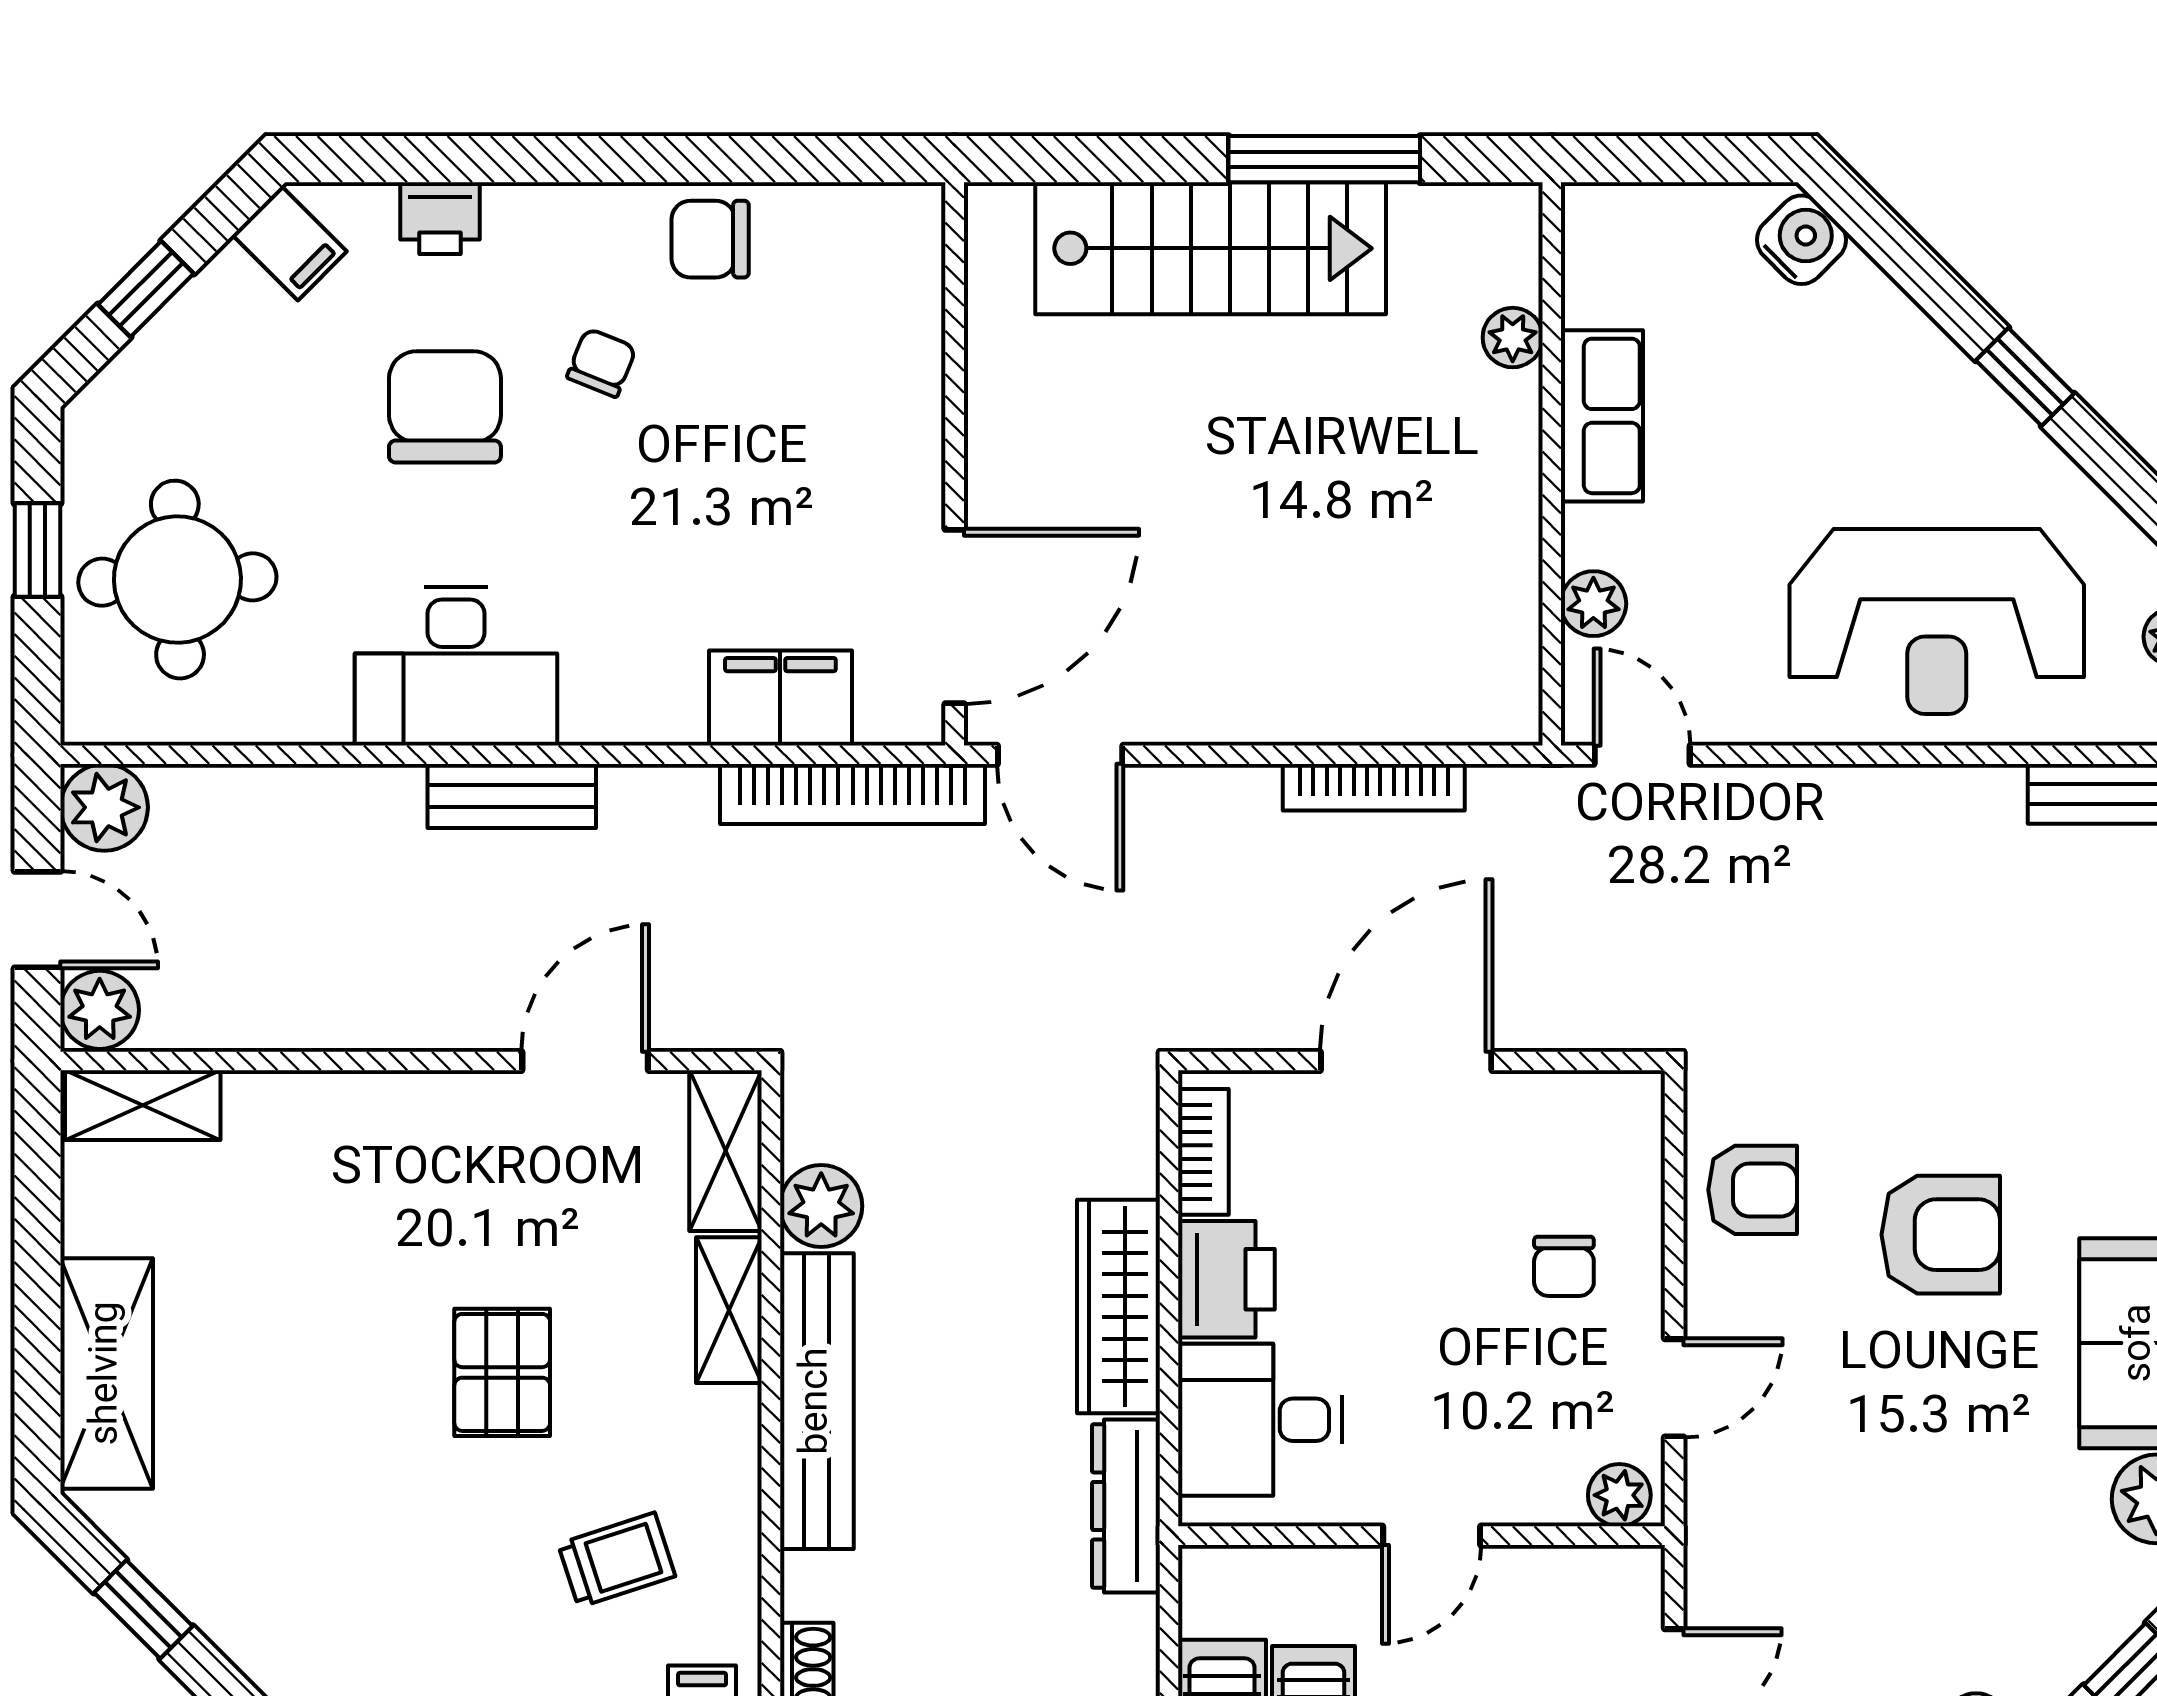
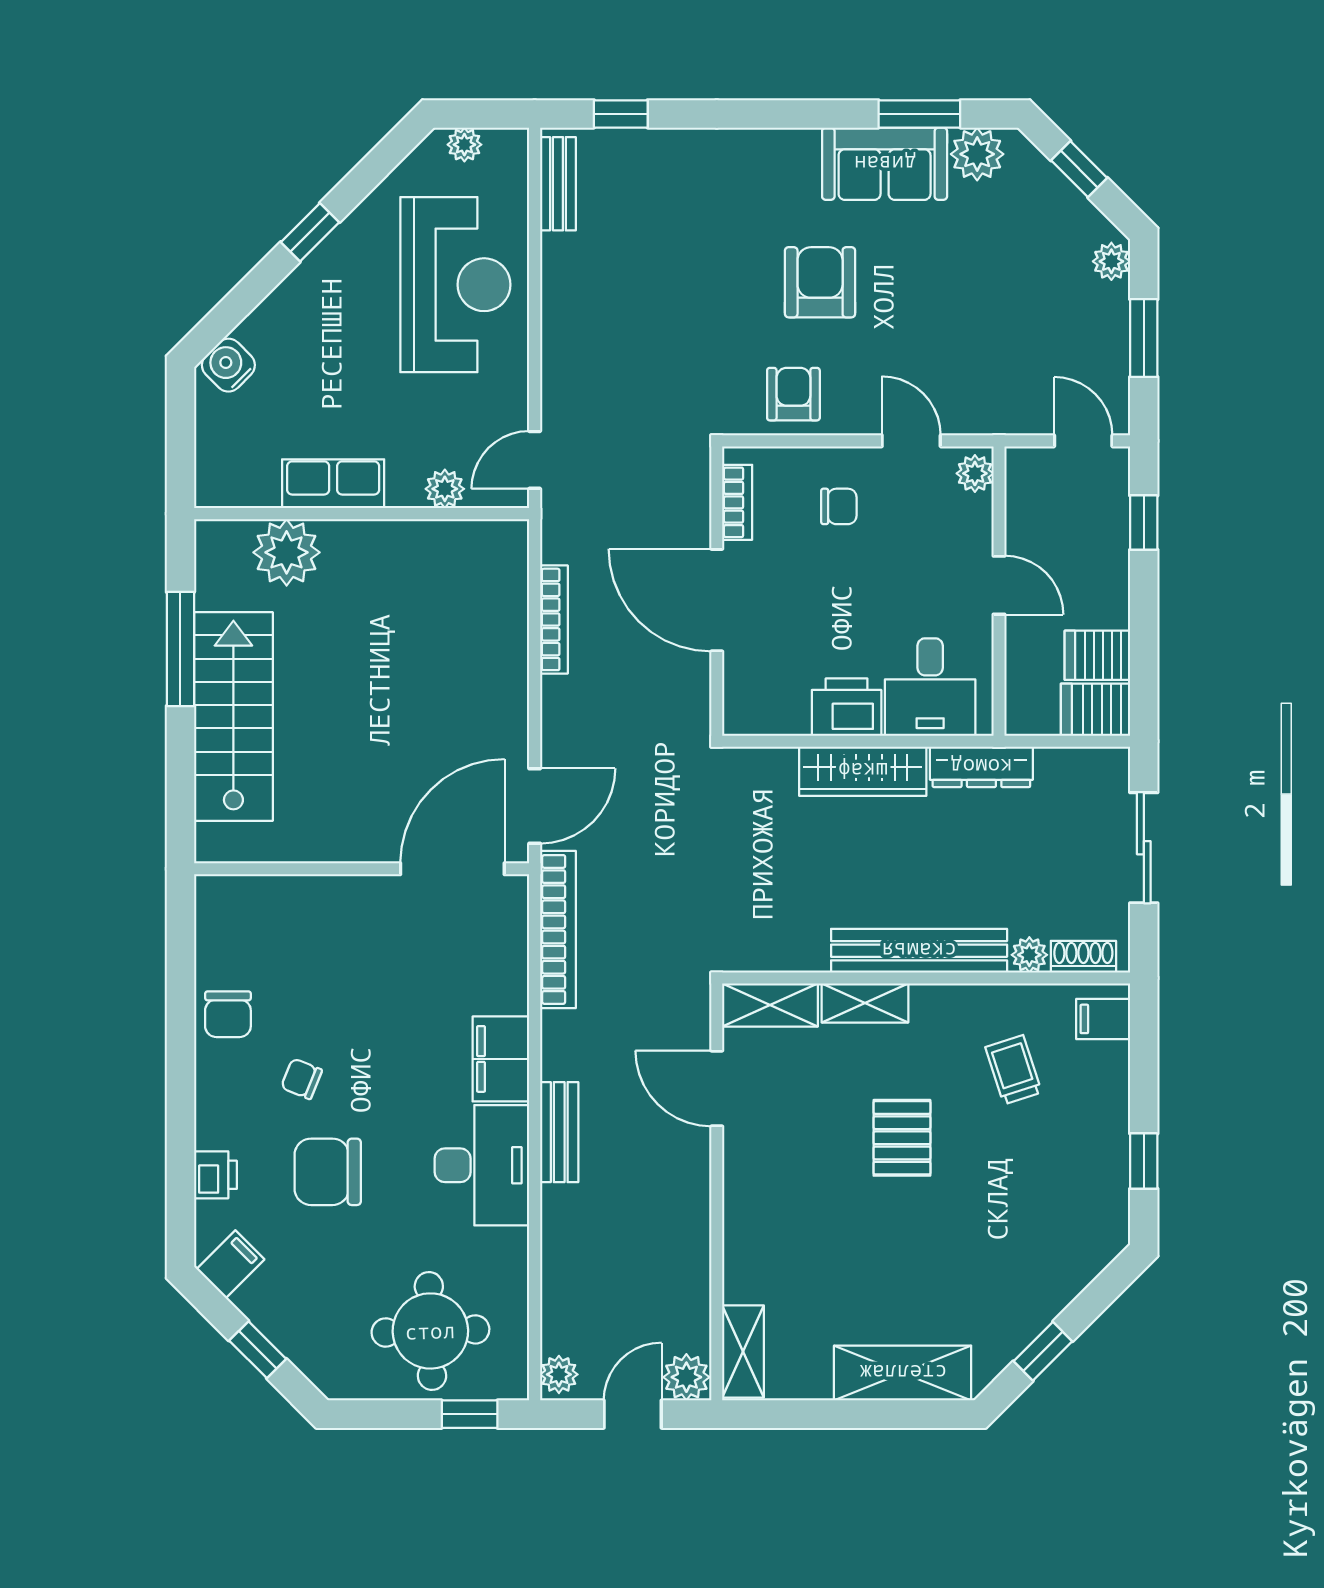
plant: (1513, 338) -> (287, 552), width x1.88, depth x1.88
window: (38, 550) -> (470, 1414), moved
door: (955, 616) -> (452, 869), hinge flipped
filing cabinet: (780, 698) -> (501, 1059), moved
plant: (104, 807) -> (559, 1374), width x0.73, depth x0.73
bookcase: (1203, 1152) -> (737, 502), moved, turned 90
plant: (821, 1206) -> (1029, 955), moved, width x0.73, depth x0.73
pallet: (502, 1372) -> (902, 1138), turned 90

